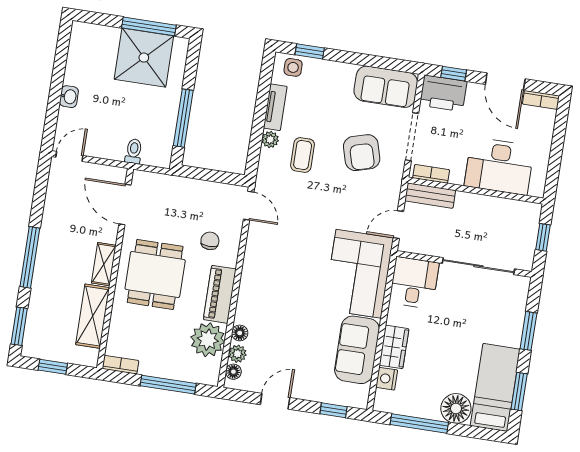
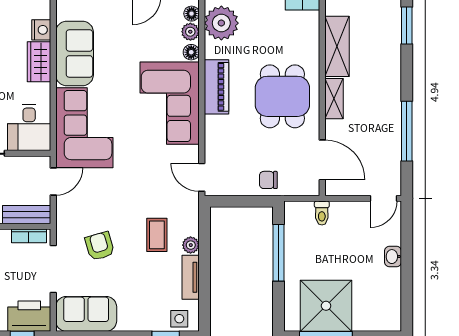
armchair: (362, 153) -> (100, 246), width x0.72, depth x0.72
chair: (210, 241) -> (268, 180), moved, turned 90
window: (30, 257) -> (407, 131), moved
corner sofa: (269, 285) -> (170, 103), added
plant: (208, 340) -> (221, 23), moved

